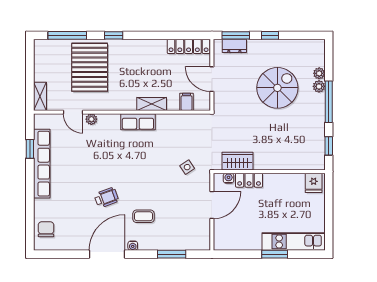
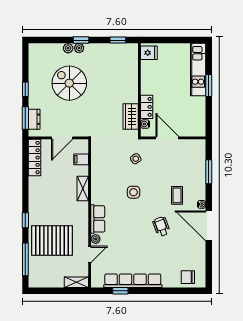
plant: (319, 73) -> (79, 48), moved
window: (329, 102) -> (81, 40), width x0.46
row of seats: (138, 122) -> (98, 219), moved
side table: (147, 164) -> (134, 192), added

